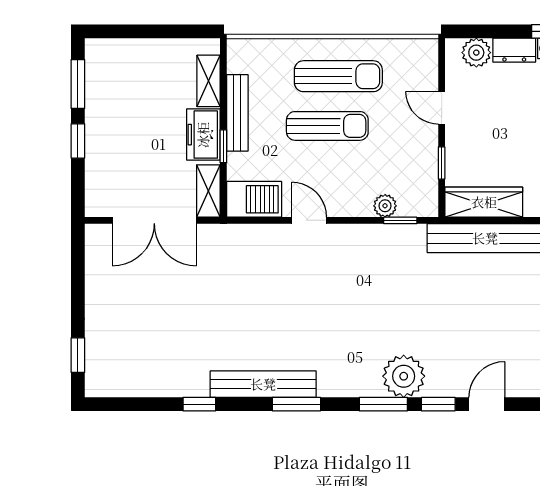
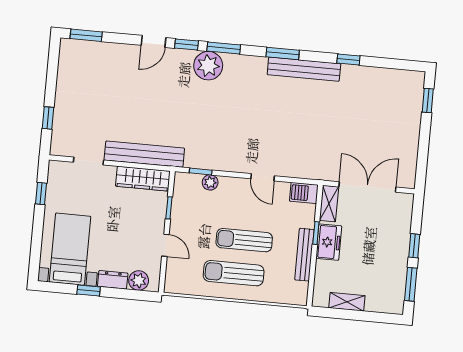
shelving: (208, 81) -> (347, 302), moved, turned 90
barbecue: (254, 199) -> (304, 193), width x0.73, depth x0.79

